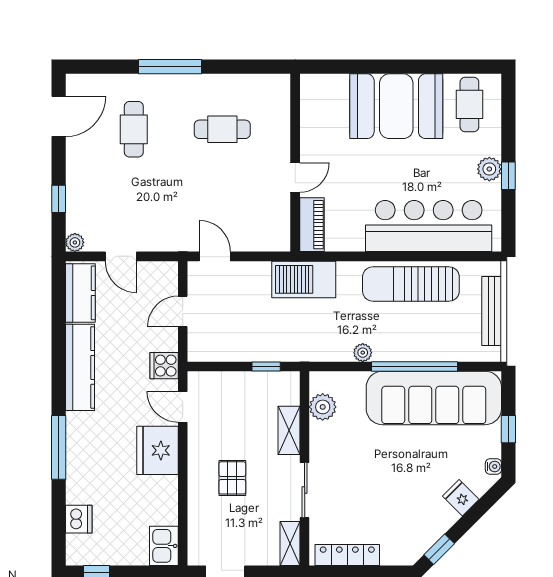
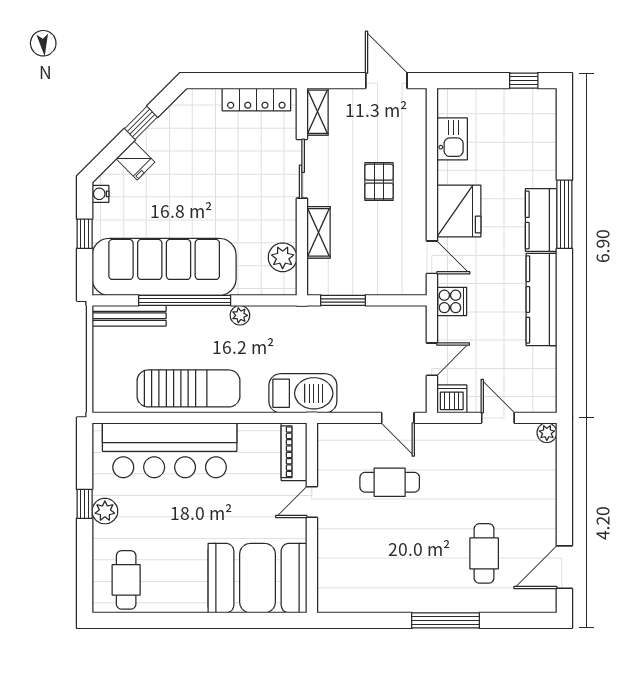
booth: (396, 106) -> (257, 578), moved
cafe table: (222, 129) -> (390, 482), moved
window: (59, 199) -> (564, 479), removed
kitchen counter: (80, 293) -> (541, 220), moved
bench: (492, 311) -> (129, 316), moved, turned 90
window: (266, 366) -> (343, 300), width x1.50
dishwasher: (79, 519) -> (452, 399), moved, turned 90
kitchen sink: (164, 546) -> (452, 139), moved
window: (439, 549) -> (141, 123), moved

